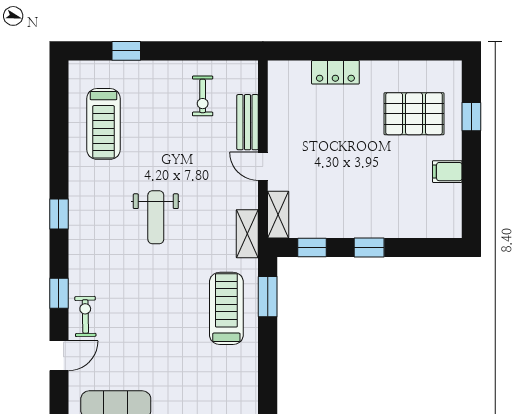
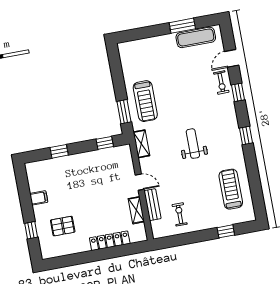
locker: (335, 72) -> (110, 241), width x1.53
pallet: (414, 114) -> (63, 226), width x0.67, depth x0.71
shelving: (278, 215) -> (136, 210), moved
window: (369, 248) -> (59, 151), moved

